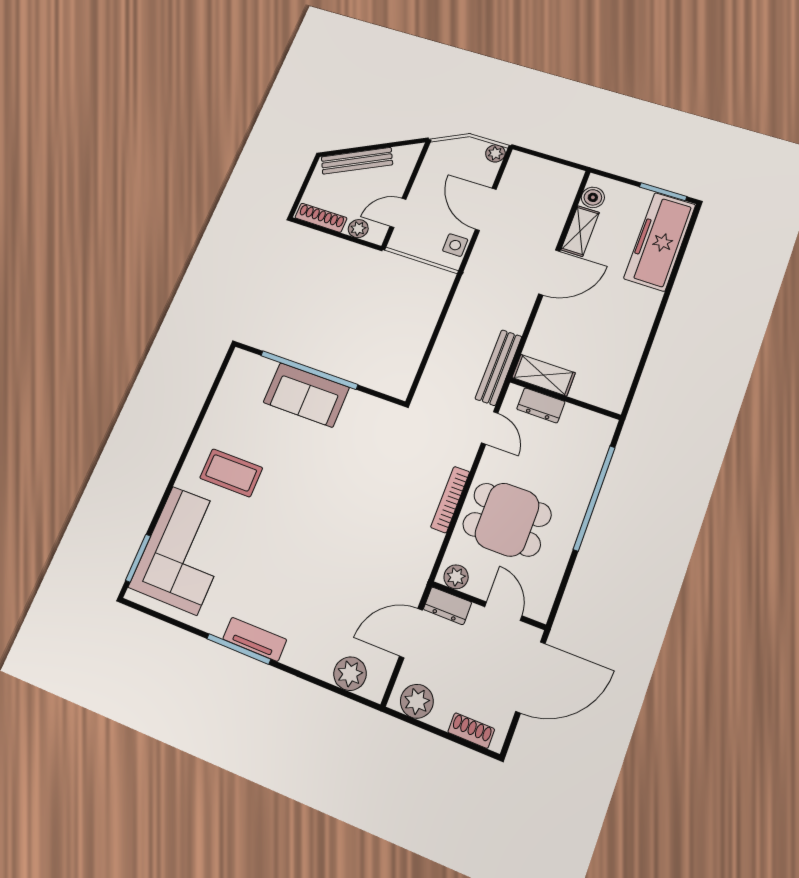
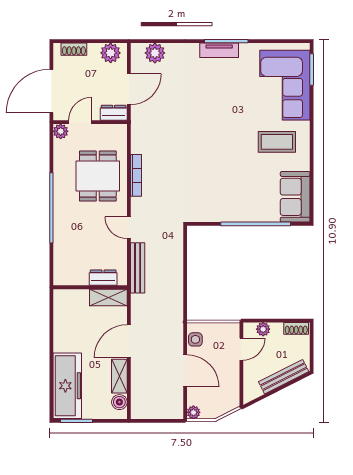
shoe rack: (321, 218) -> (296, 328), width x0.70
shelving: (544, 375) -> (108, 297), moved
sofa: (306, 395) -> (295, 197), moved, turned -90
wall: (565, 399) -> (90, 287), moved
dresser: (541, 405) -> (103, 278), moved
dining table: (507, 520) -> (98, 176), turned 90
plant: (456, 577) -> (61, 131), moved
door: (503, 611) -> (80, 122), swing flipped

